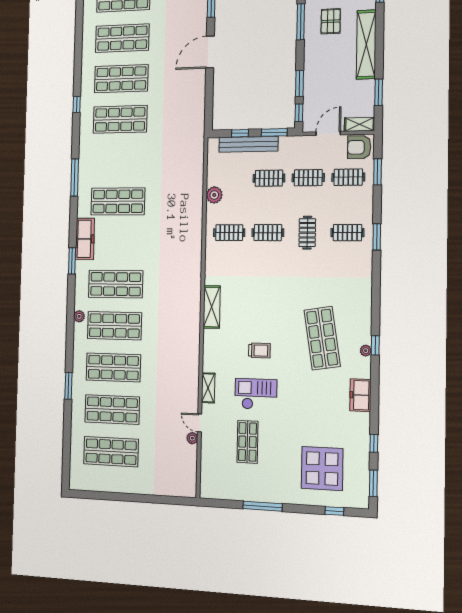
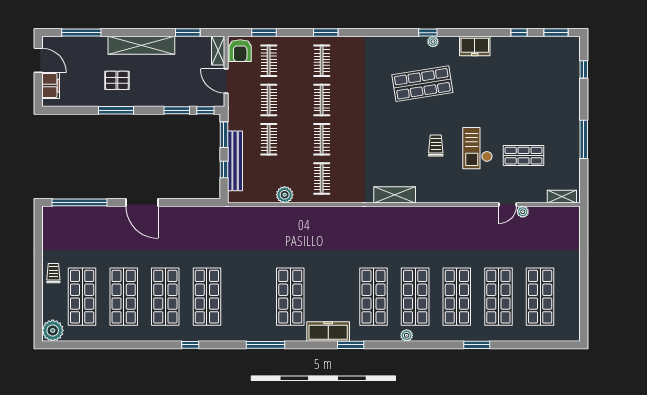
clothes rail: (307, 233) -> (322, 100), turned 90
shelving: (208, 388) -> (562, 197), moved
display table: (322, 469) -> (545, 82), removed

